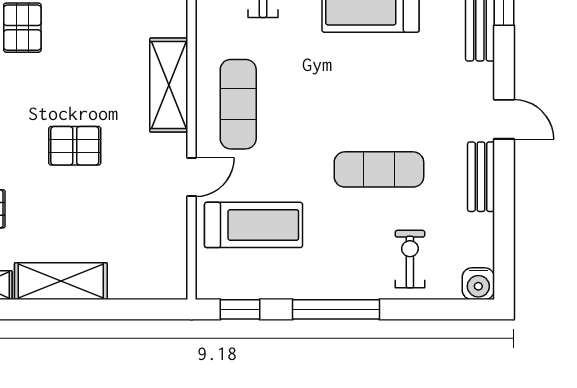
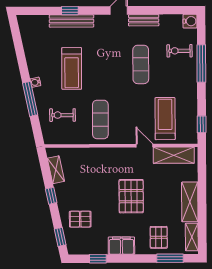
shelving: (169, 85) -> (174, 155), moved
exercise mat: (238, 104) -> (100, 119), moved, turned 90
pallet: (75, 146) -> (131, 196), width x1.50, depth x1.42
window: (336, 309) -> (201, 64), moved

